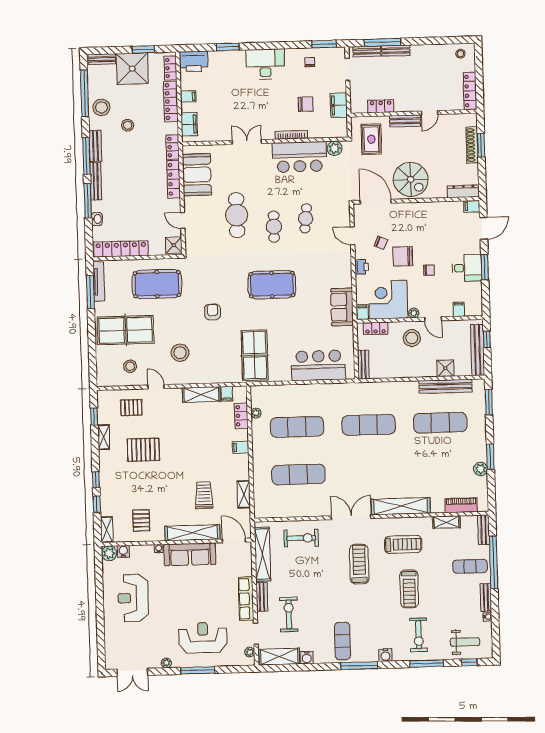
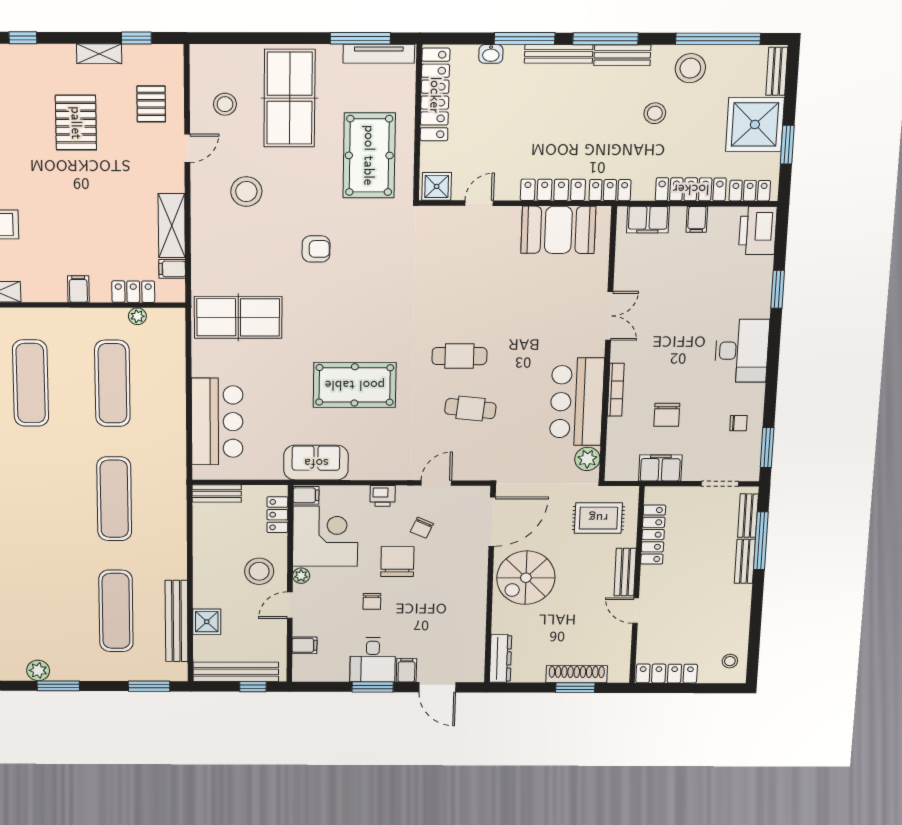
locker: (381, 106) -> (653, 535), width x1.53
filing cabinet: (472, 206) -> (406, 670), moved
cafe table: (237, 215) -> (483, 295), removed
pool table: (272, 285) -> (355, 385), moved, turned 90

